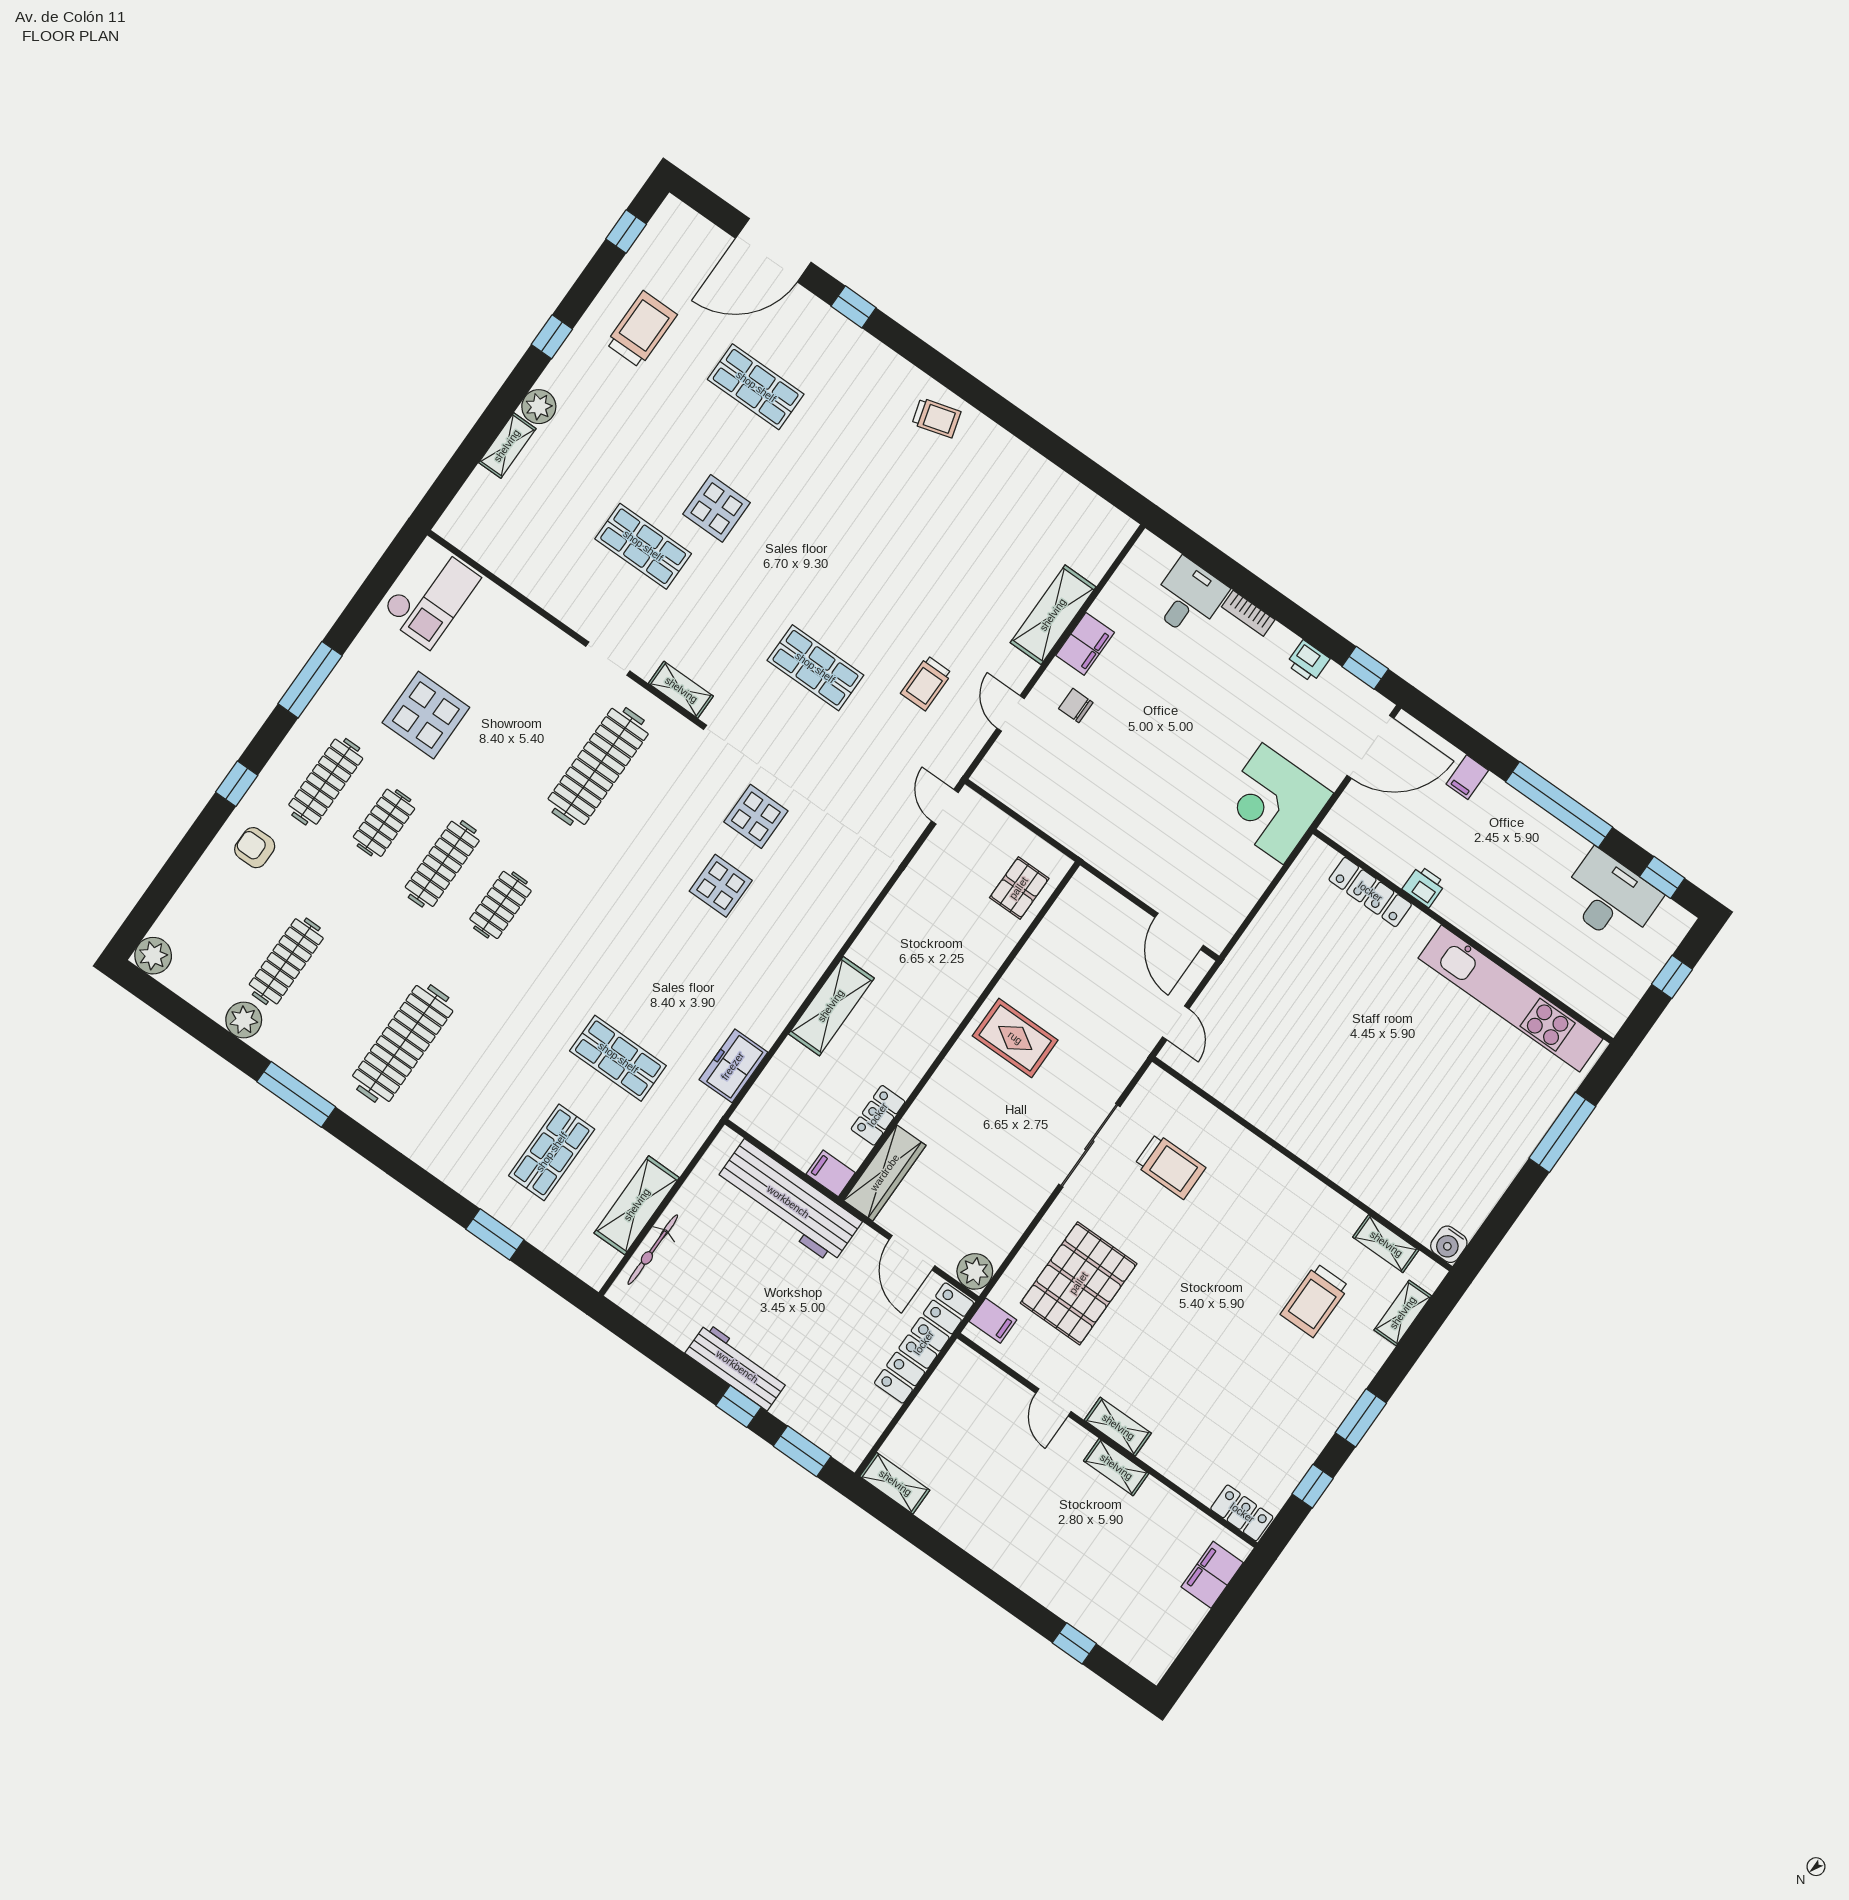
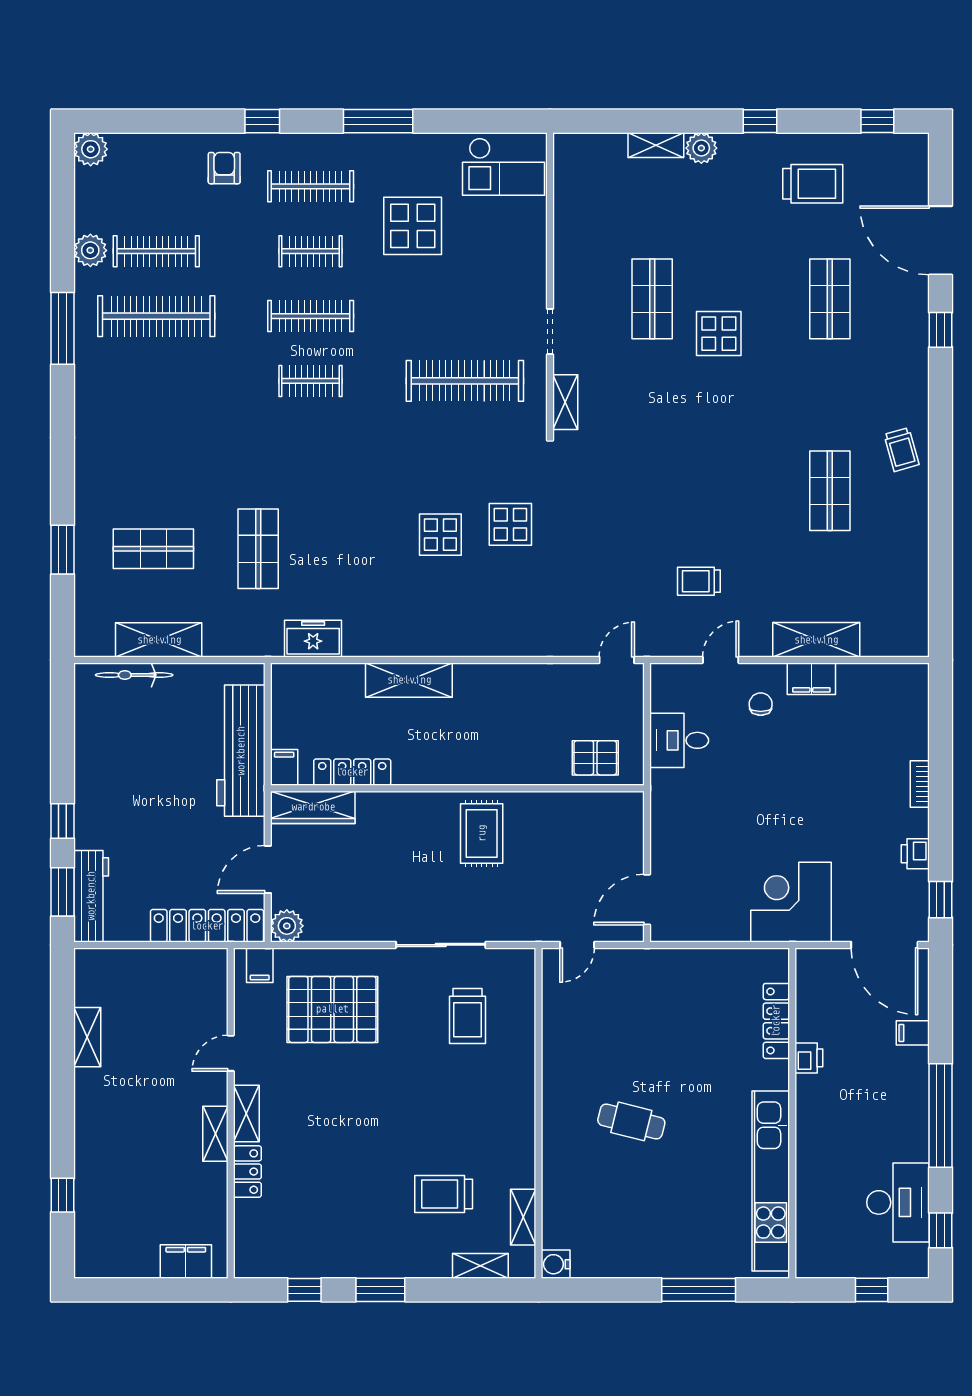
desk: (1188, 598) -> (679, 740), moved, turned 180
shop shelf: (815, 668) -> (830, 491), moved
clothes rail: (403, 1043) -> (156, 316), moved
cafe table: (1369, 1086) -> (631, 1121), added
locker: (878, 1115) -> (352, 772), width x1.53
workbench: (737, 1367) -> (91, 896), moved
shelving: (895, 1483) -> (87, 1037), moved
locker: (1242, 1513) -> (247, 1172), moved

